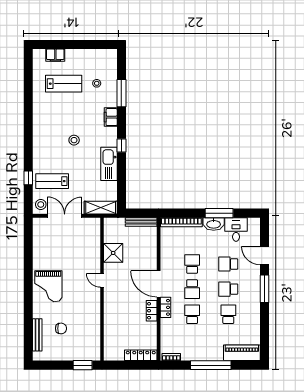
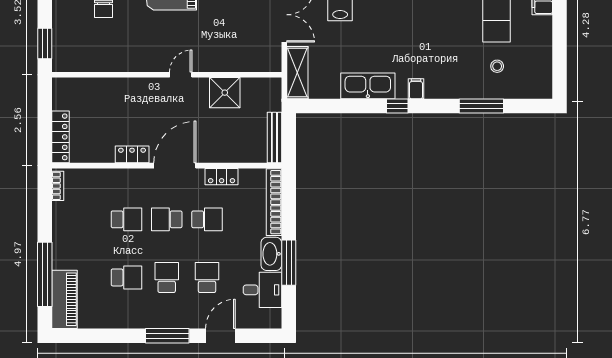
filing cabinet: (111, 117) -> (416, 89), moved, width x0.50
stool: (74, 140) -> (406, 30), removed
locker: (165, 307) -> (222, 177), moved
window: (211, 365) -> (45, 274), moved

